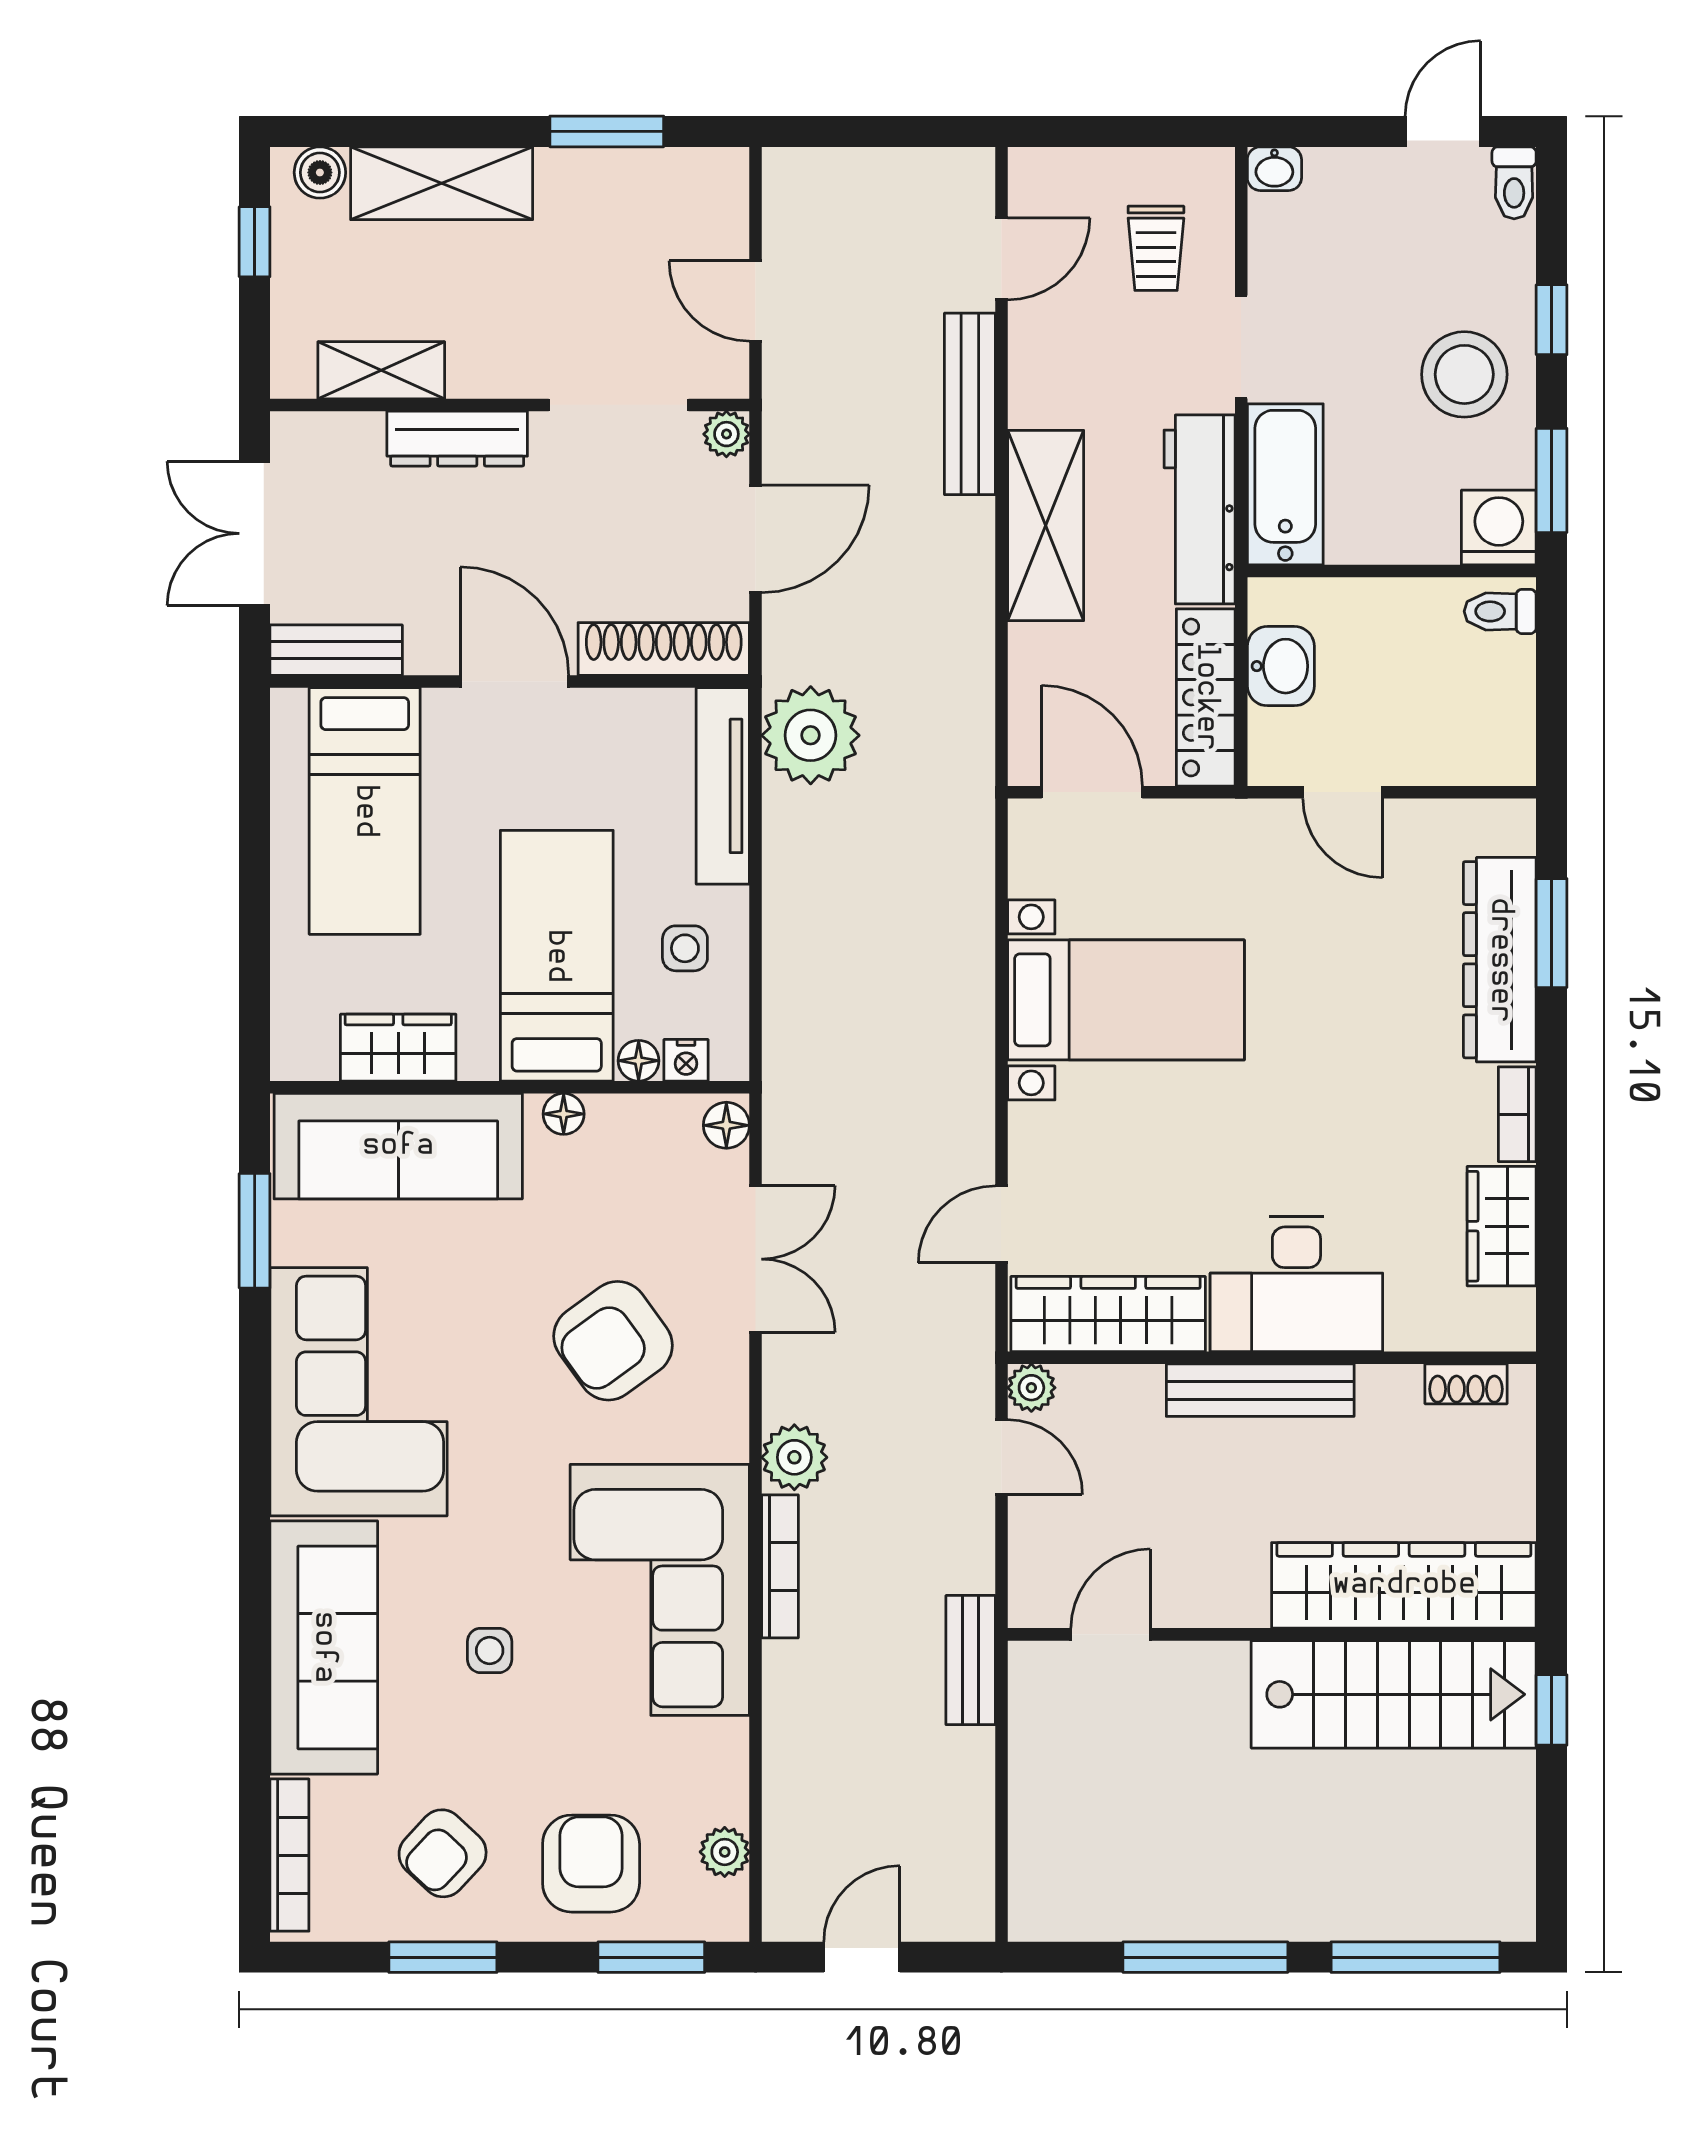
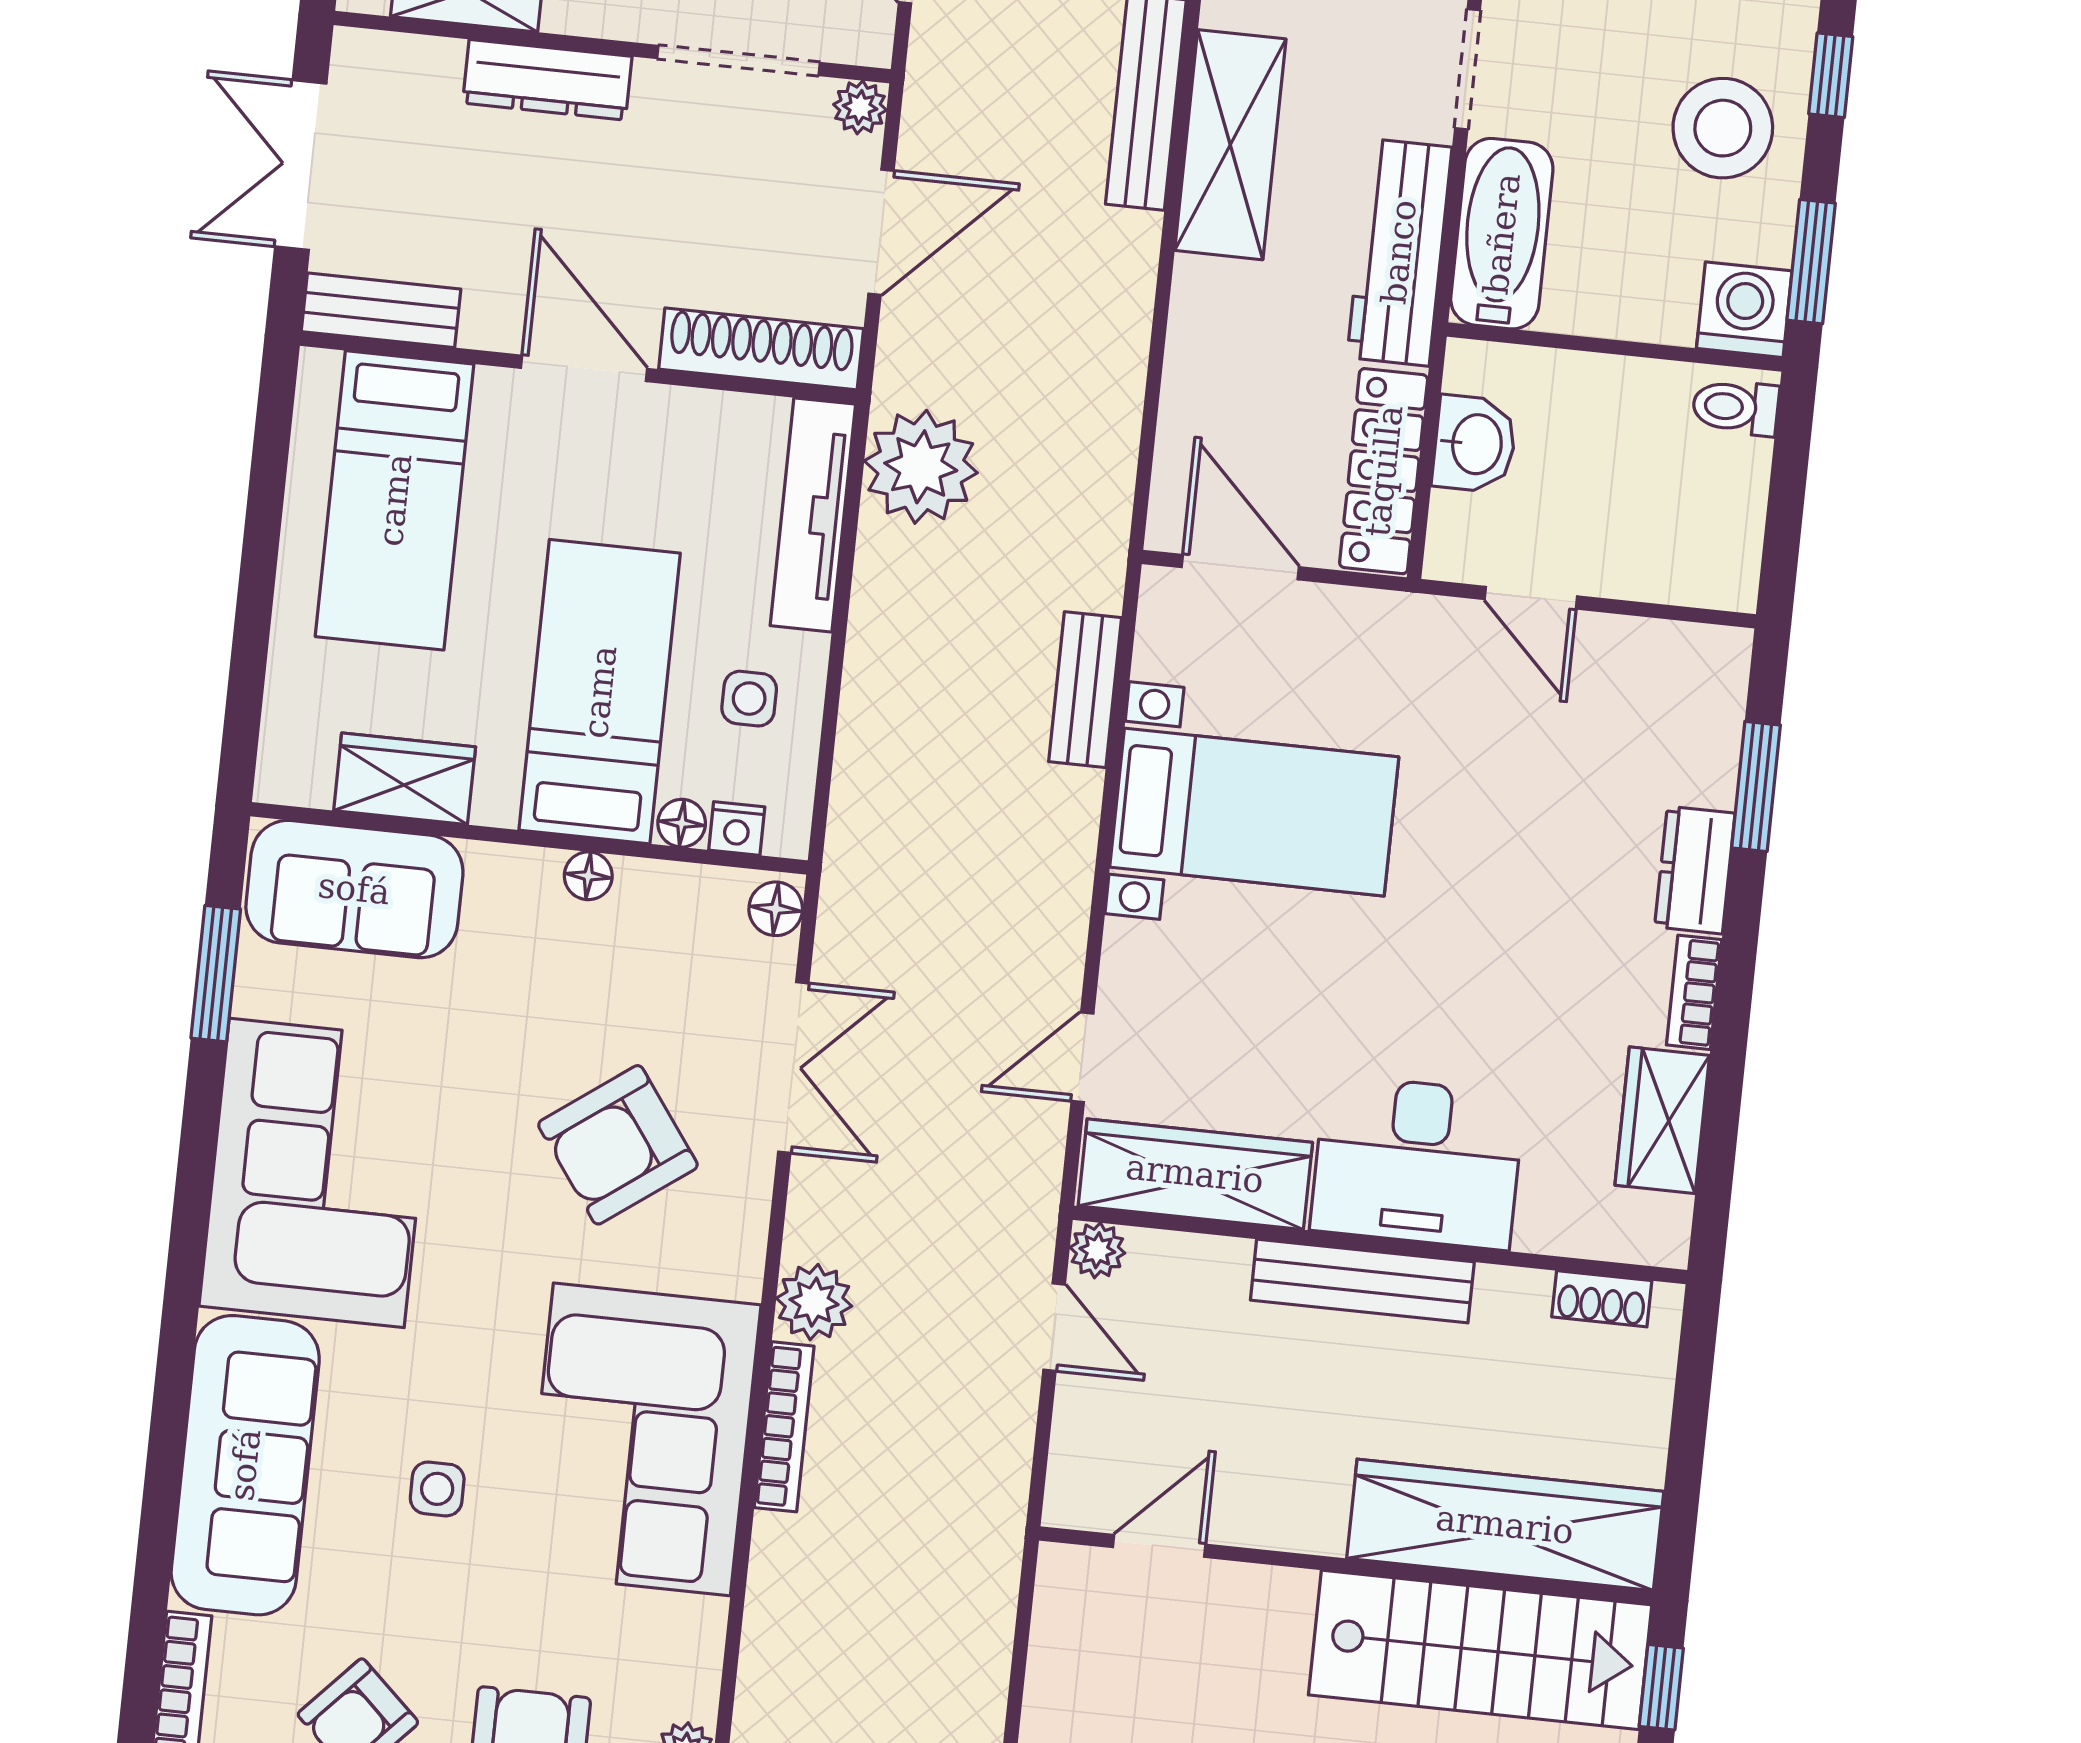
shelving: (1046, 525) -> (1230, 145), moved
dresser: (1500, 960) -> (1695, 870), width x0.51, depth x0.80
sofa: (398, 1146) -> (354, 889), width x0.73
bench: (971, 1660) -> (1085, 690), moved

